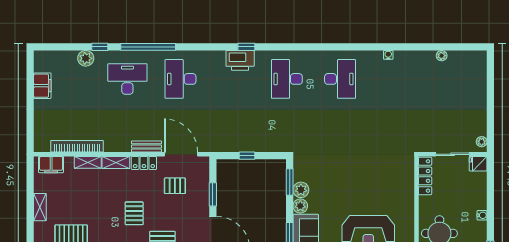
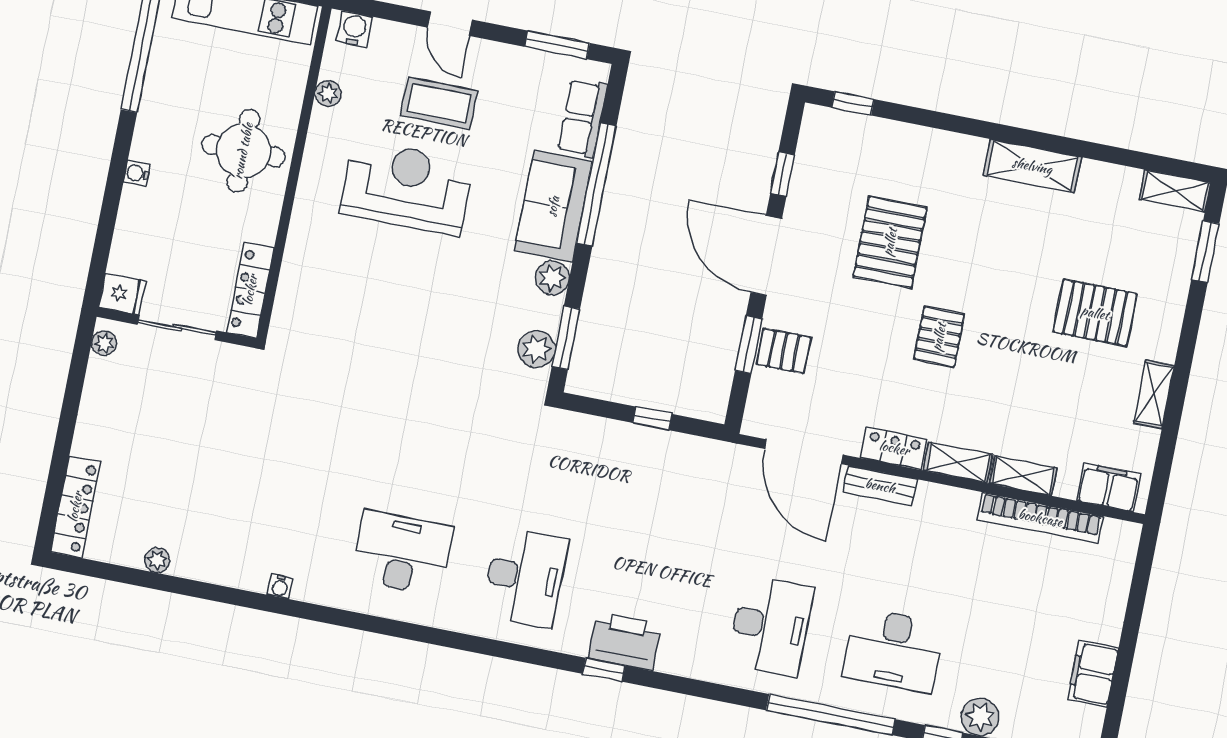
locker: (480, 71) -> (75, 507), added
desk: (340, 79) -> (402, 553), turned 90
pallet: (175, 186) -> (784, 351), moved
plant: (301, 190) -> (537, 349), moved

